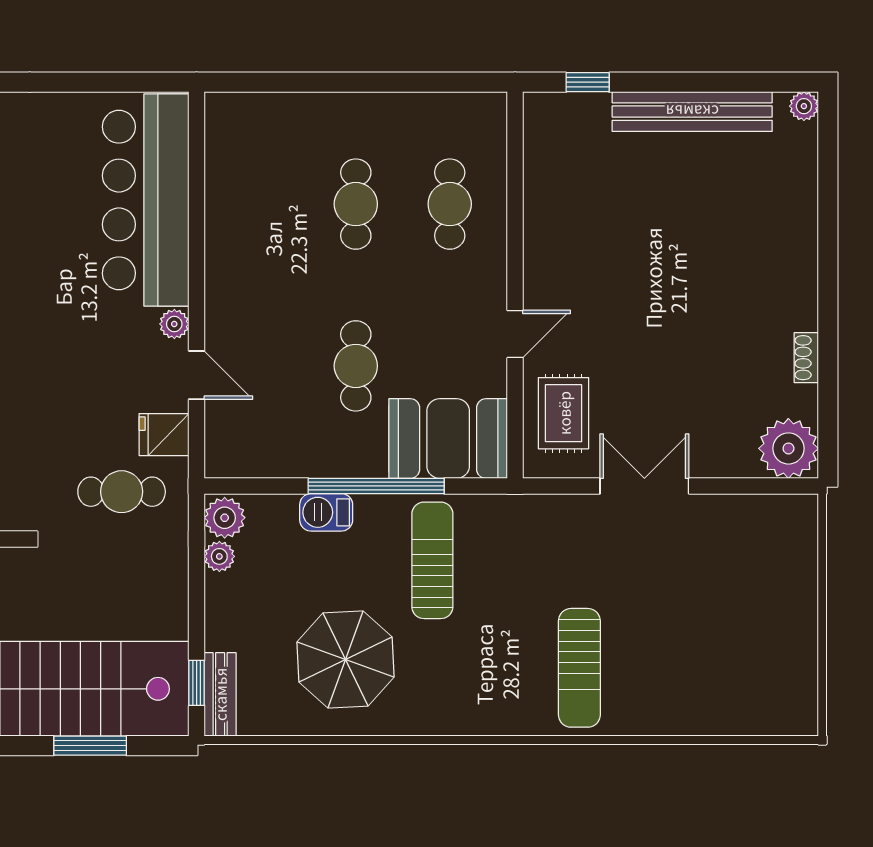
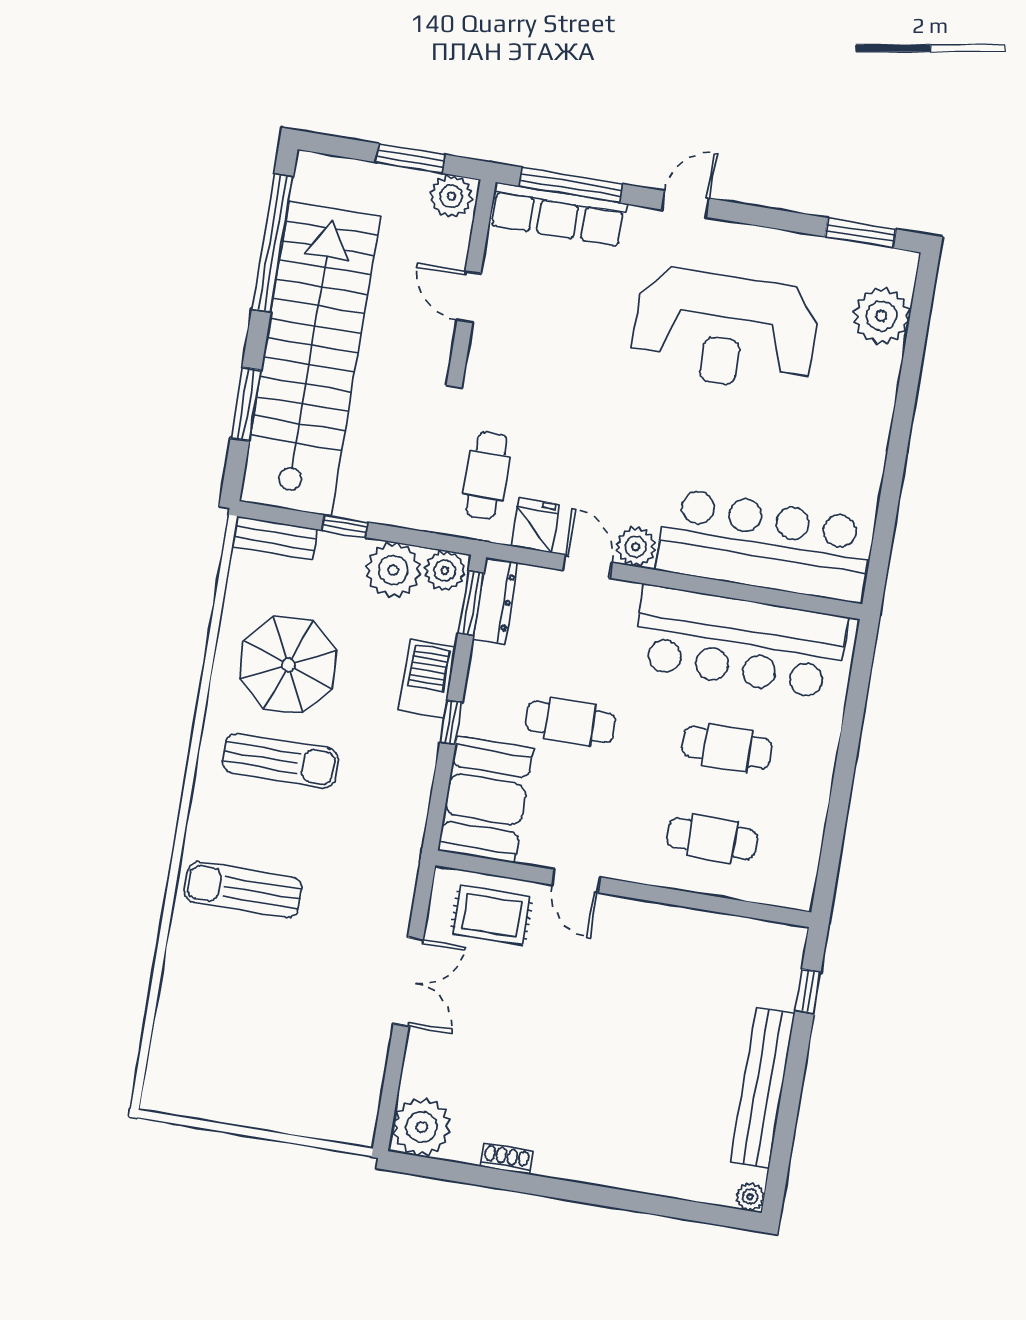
bar counter: (247, 209) -> (740, 642), added
plant: (174, 324) -> (636, 547), width x1.38, depth x1.38
door: (197, 375) -> (587, 566), swing flipped
dresser: (246, 462) -> (495, 601), added
window: (253, 486) -> (471, 603), added
window: (376, 486) -> (451, 722), width x0.32
barbecue: (326, 512) -> (427, 679), width x1.38, depth x1.27
plant: (219, 556) -> (393, 570), width x1.88, depth x1.88
sun lounger: (432, 560) -> (280, 761), moved
window: (197, 683) -> (345, 526), moved

